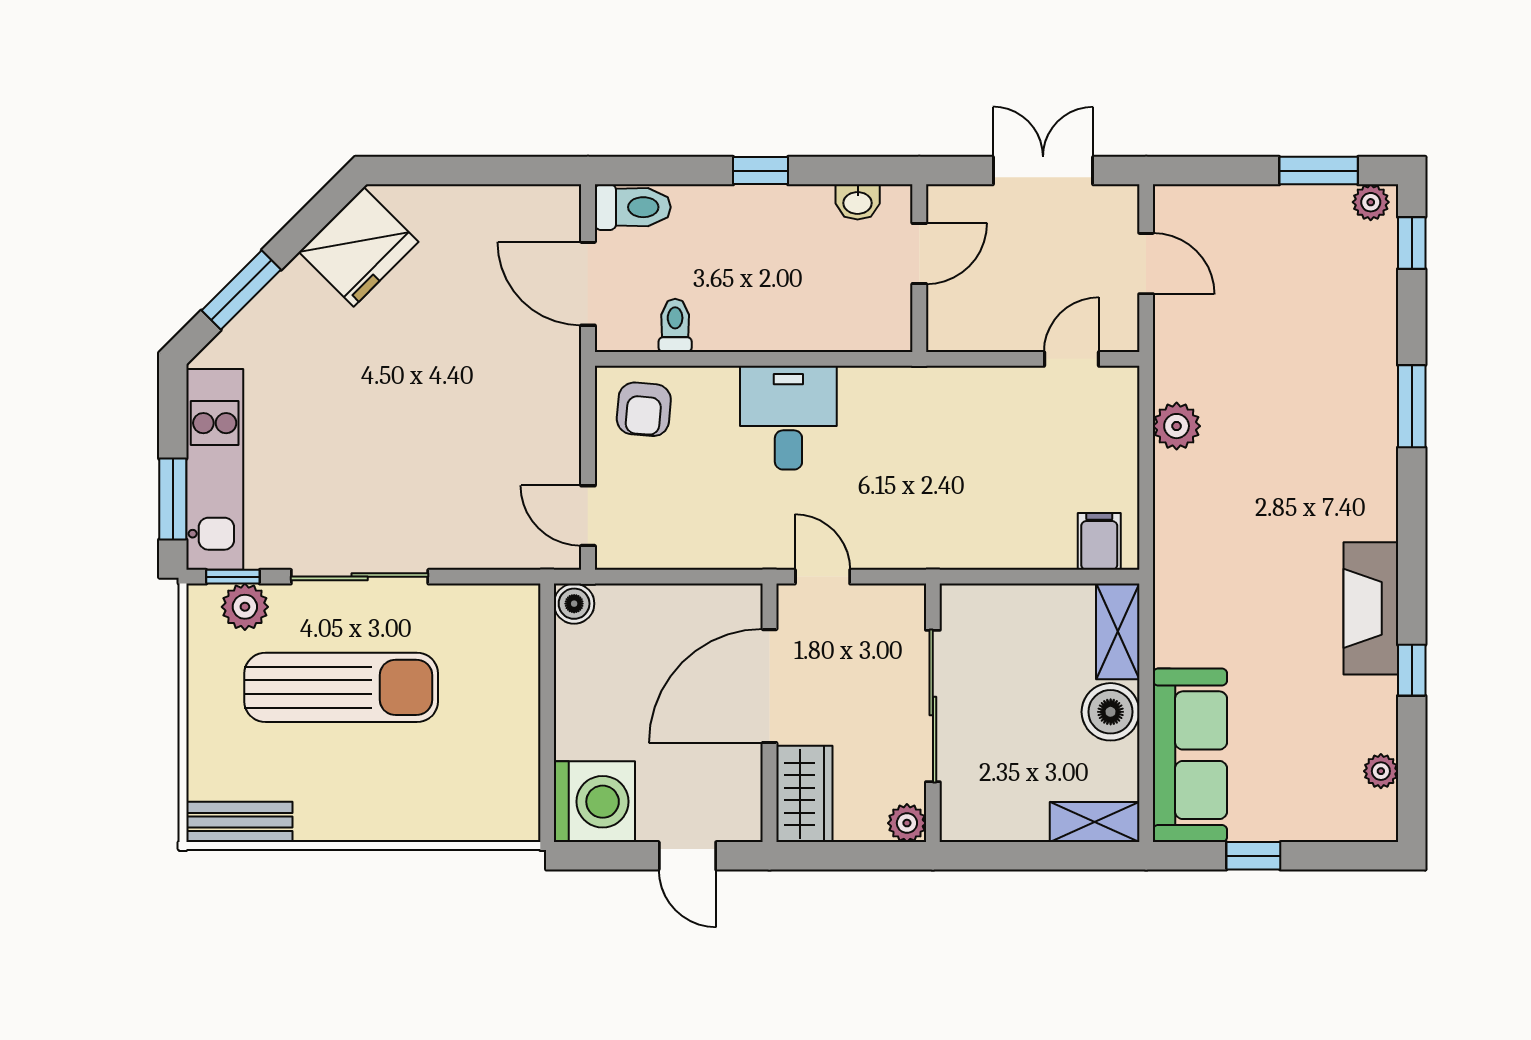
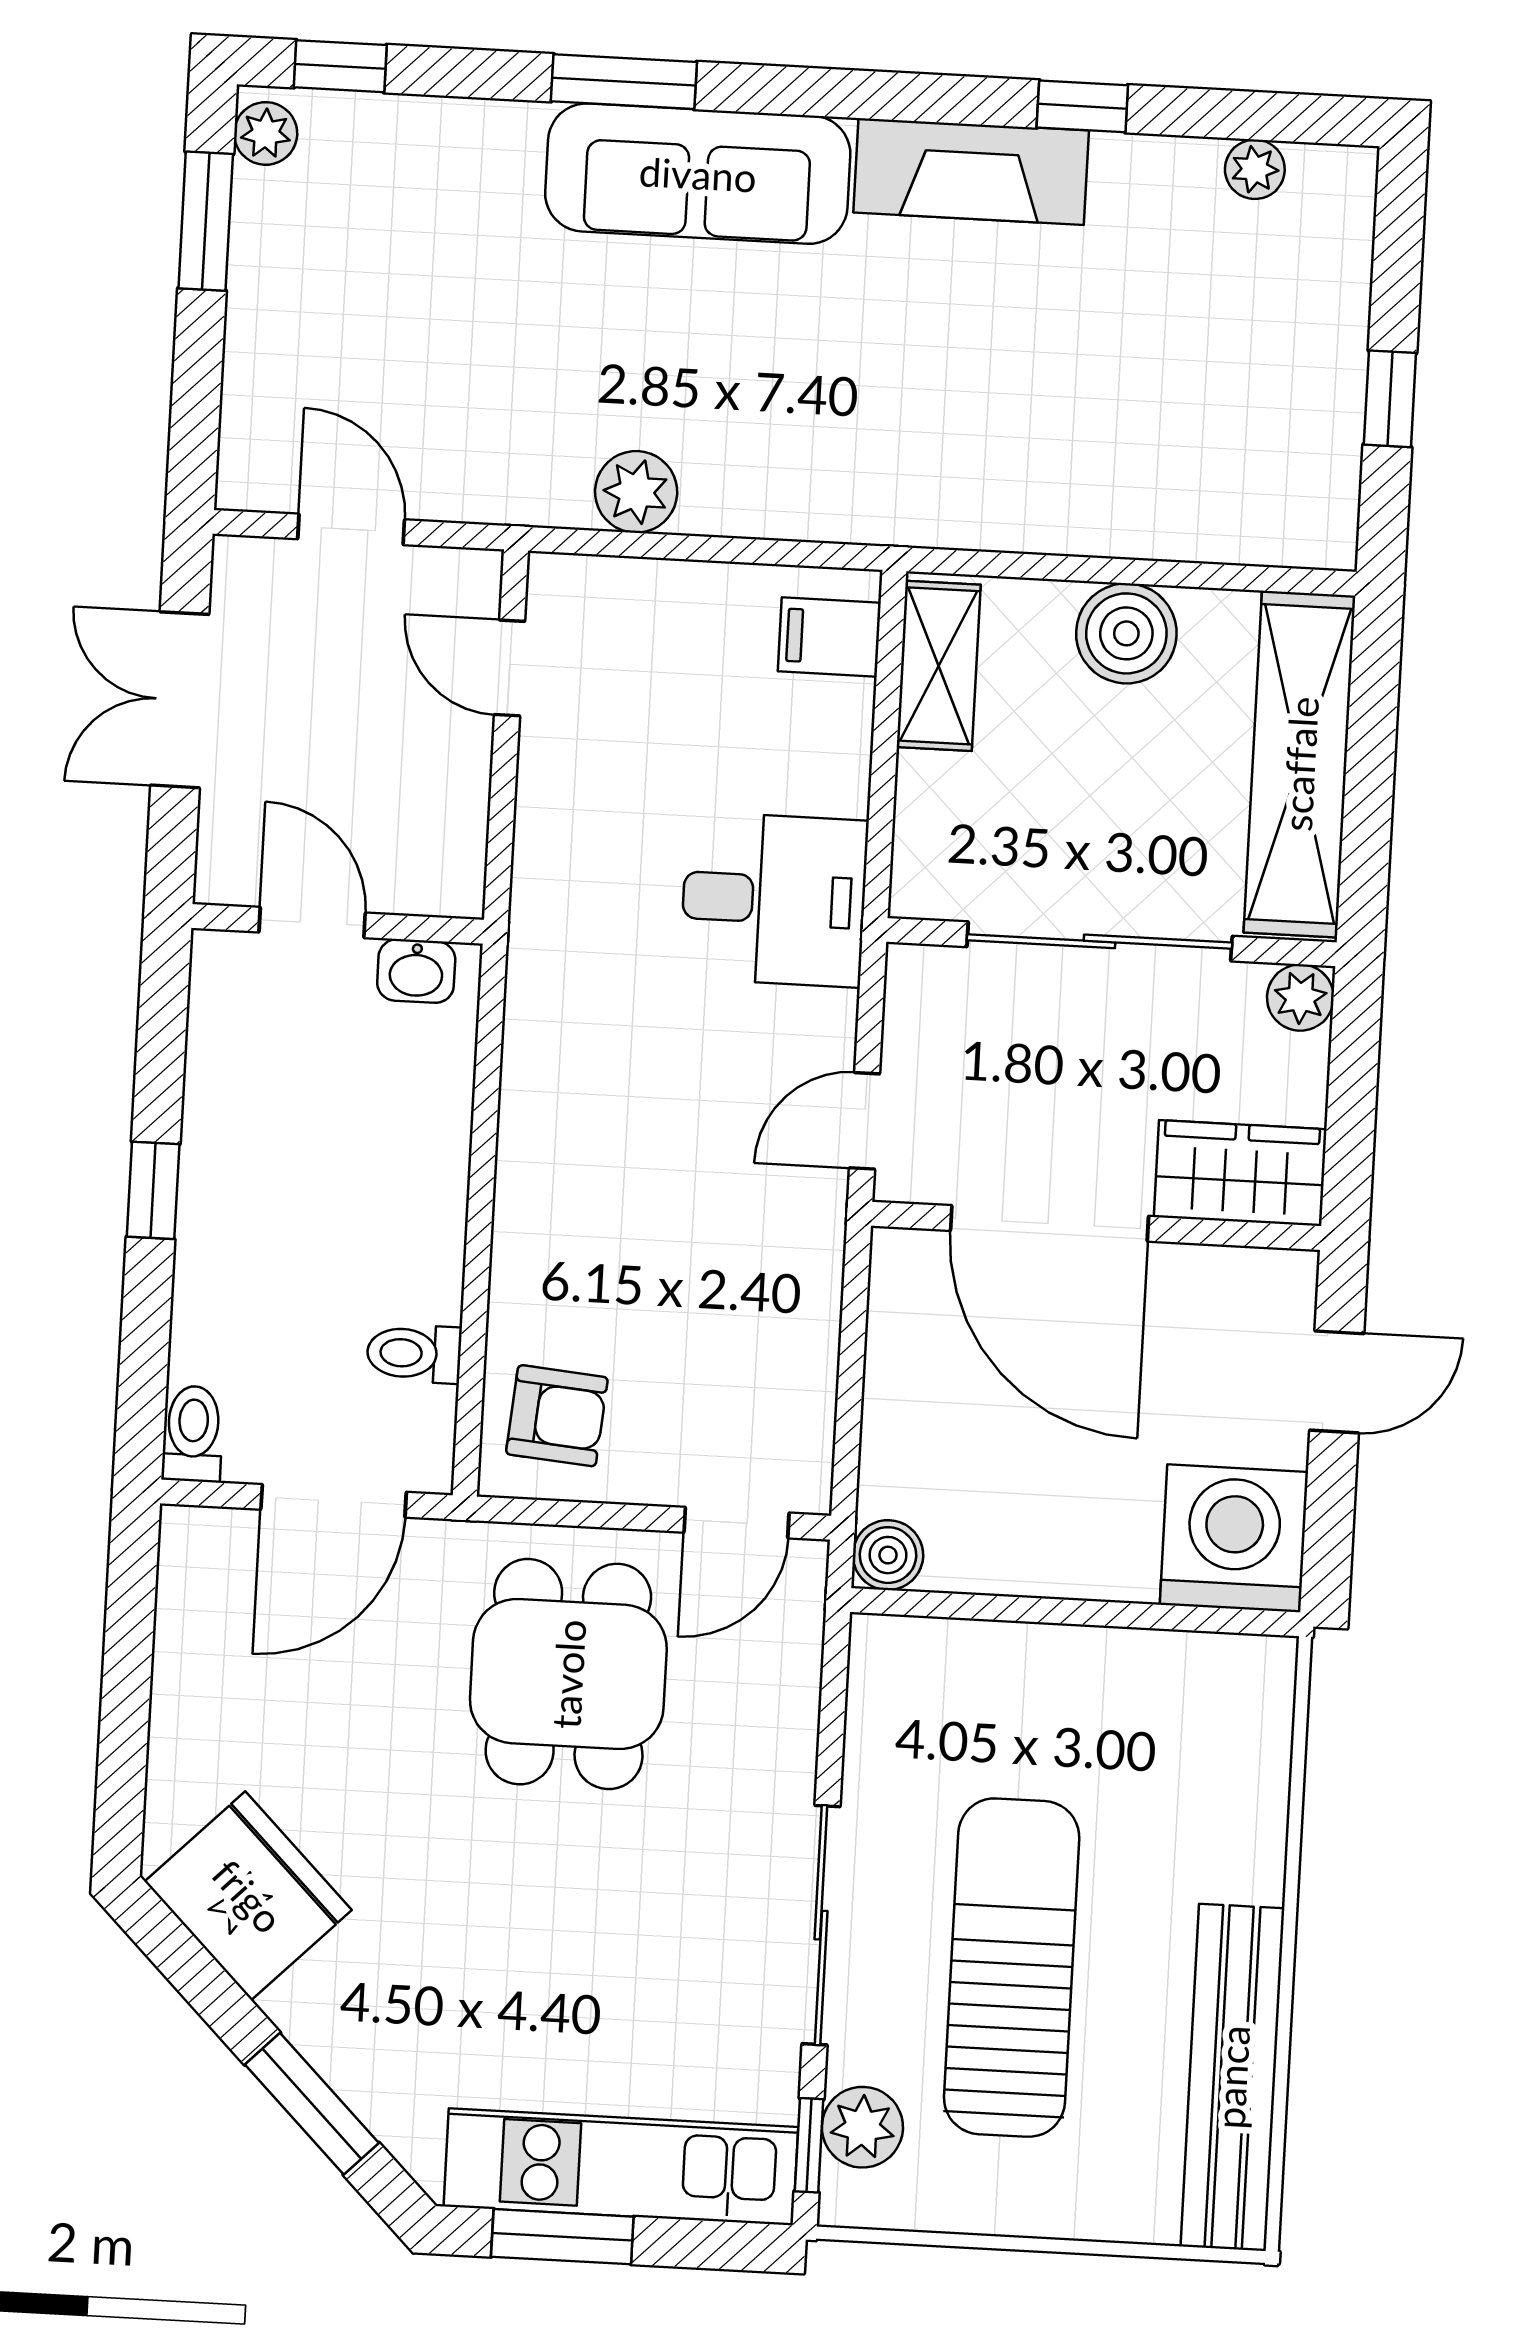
washbasin: (858, 202) -> (416, 971), moved, turned 90
toilet: (633, 207) -> (193, 1434), width x0.73, depth x0.72
door: (1146, 264) -> (351, 529), hinge flipped
desk: (788, 418) -> (774, 899), moved, turned 180
dining table: (496, 424) -> (568, 1674), added
window: (173, 499) -> (562, 2237), moved
shelving: (1118, 631) -> (939, 666), moved, turned 90
sofa: (1190, 755) -> (698, 174), moved, turned 180
bench: (239, 822) -> (1232, 2077), width x1.86, depth x1.21
shelving: (1095, 822) -> (1300, 764), width x2.20, depth x1.33

